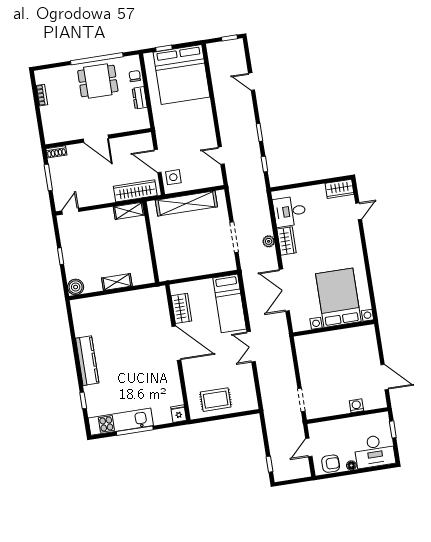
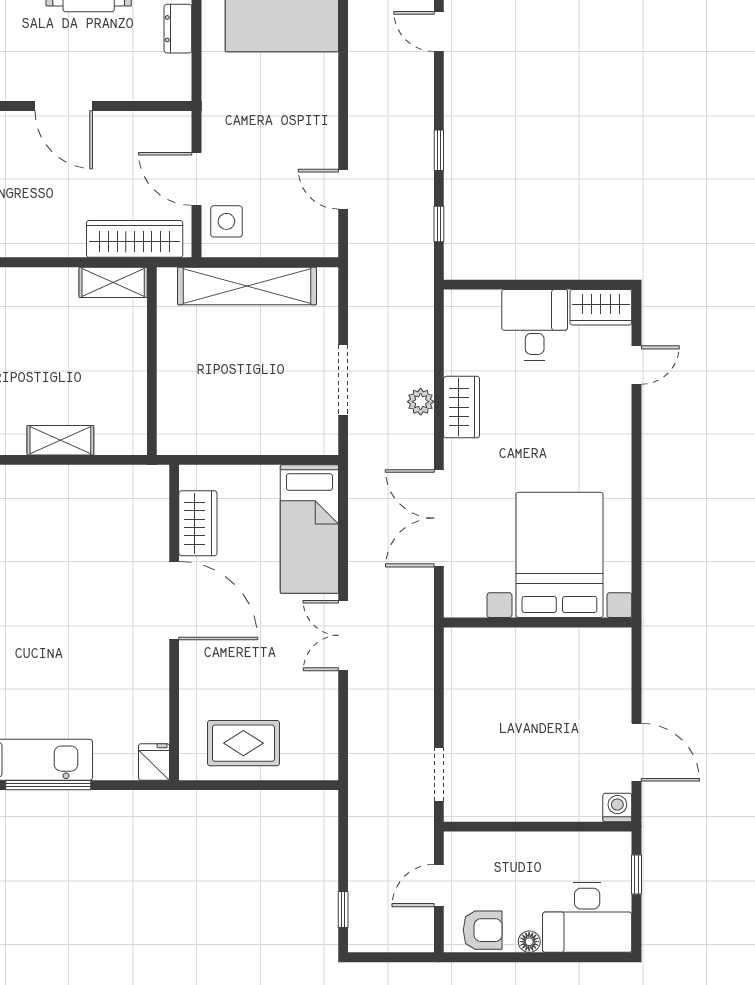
desk: (290, 211) -> (535, 325), moved, turned 90
washing machine: (356, 406) -> (617, 807), moved

